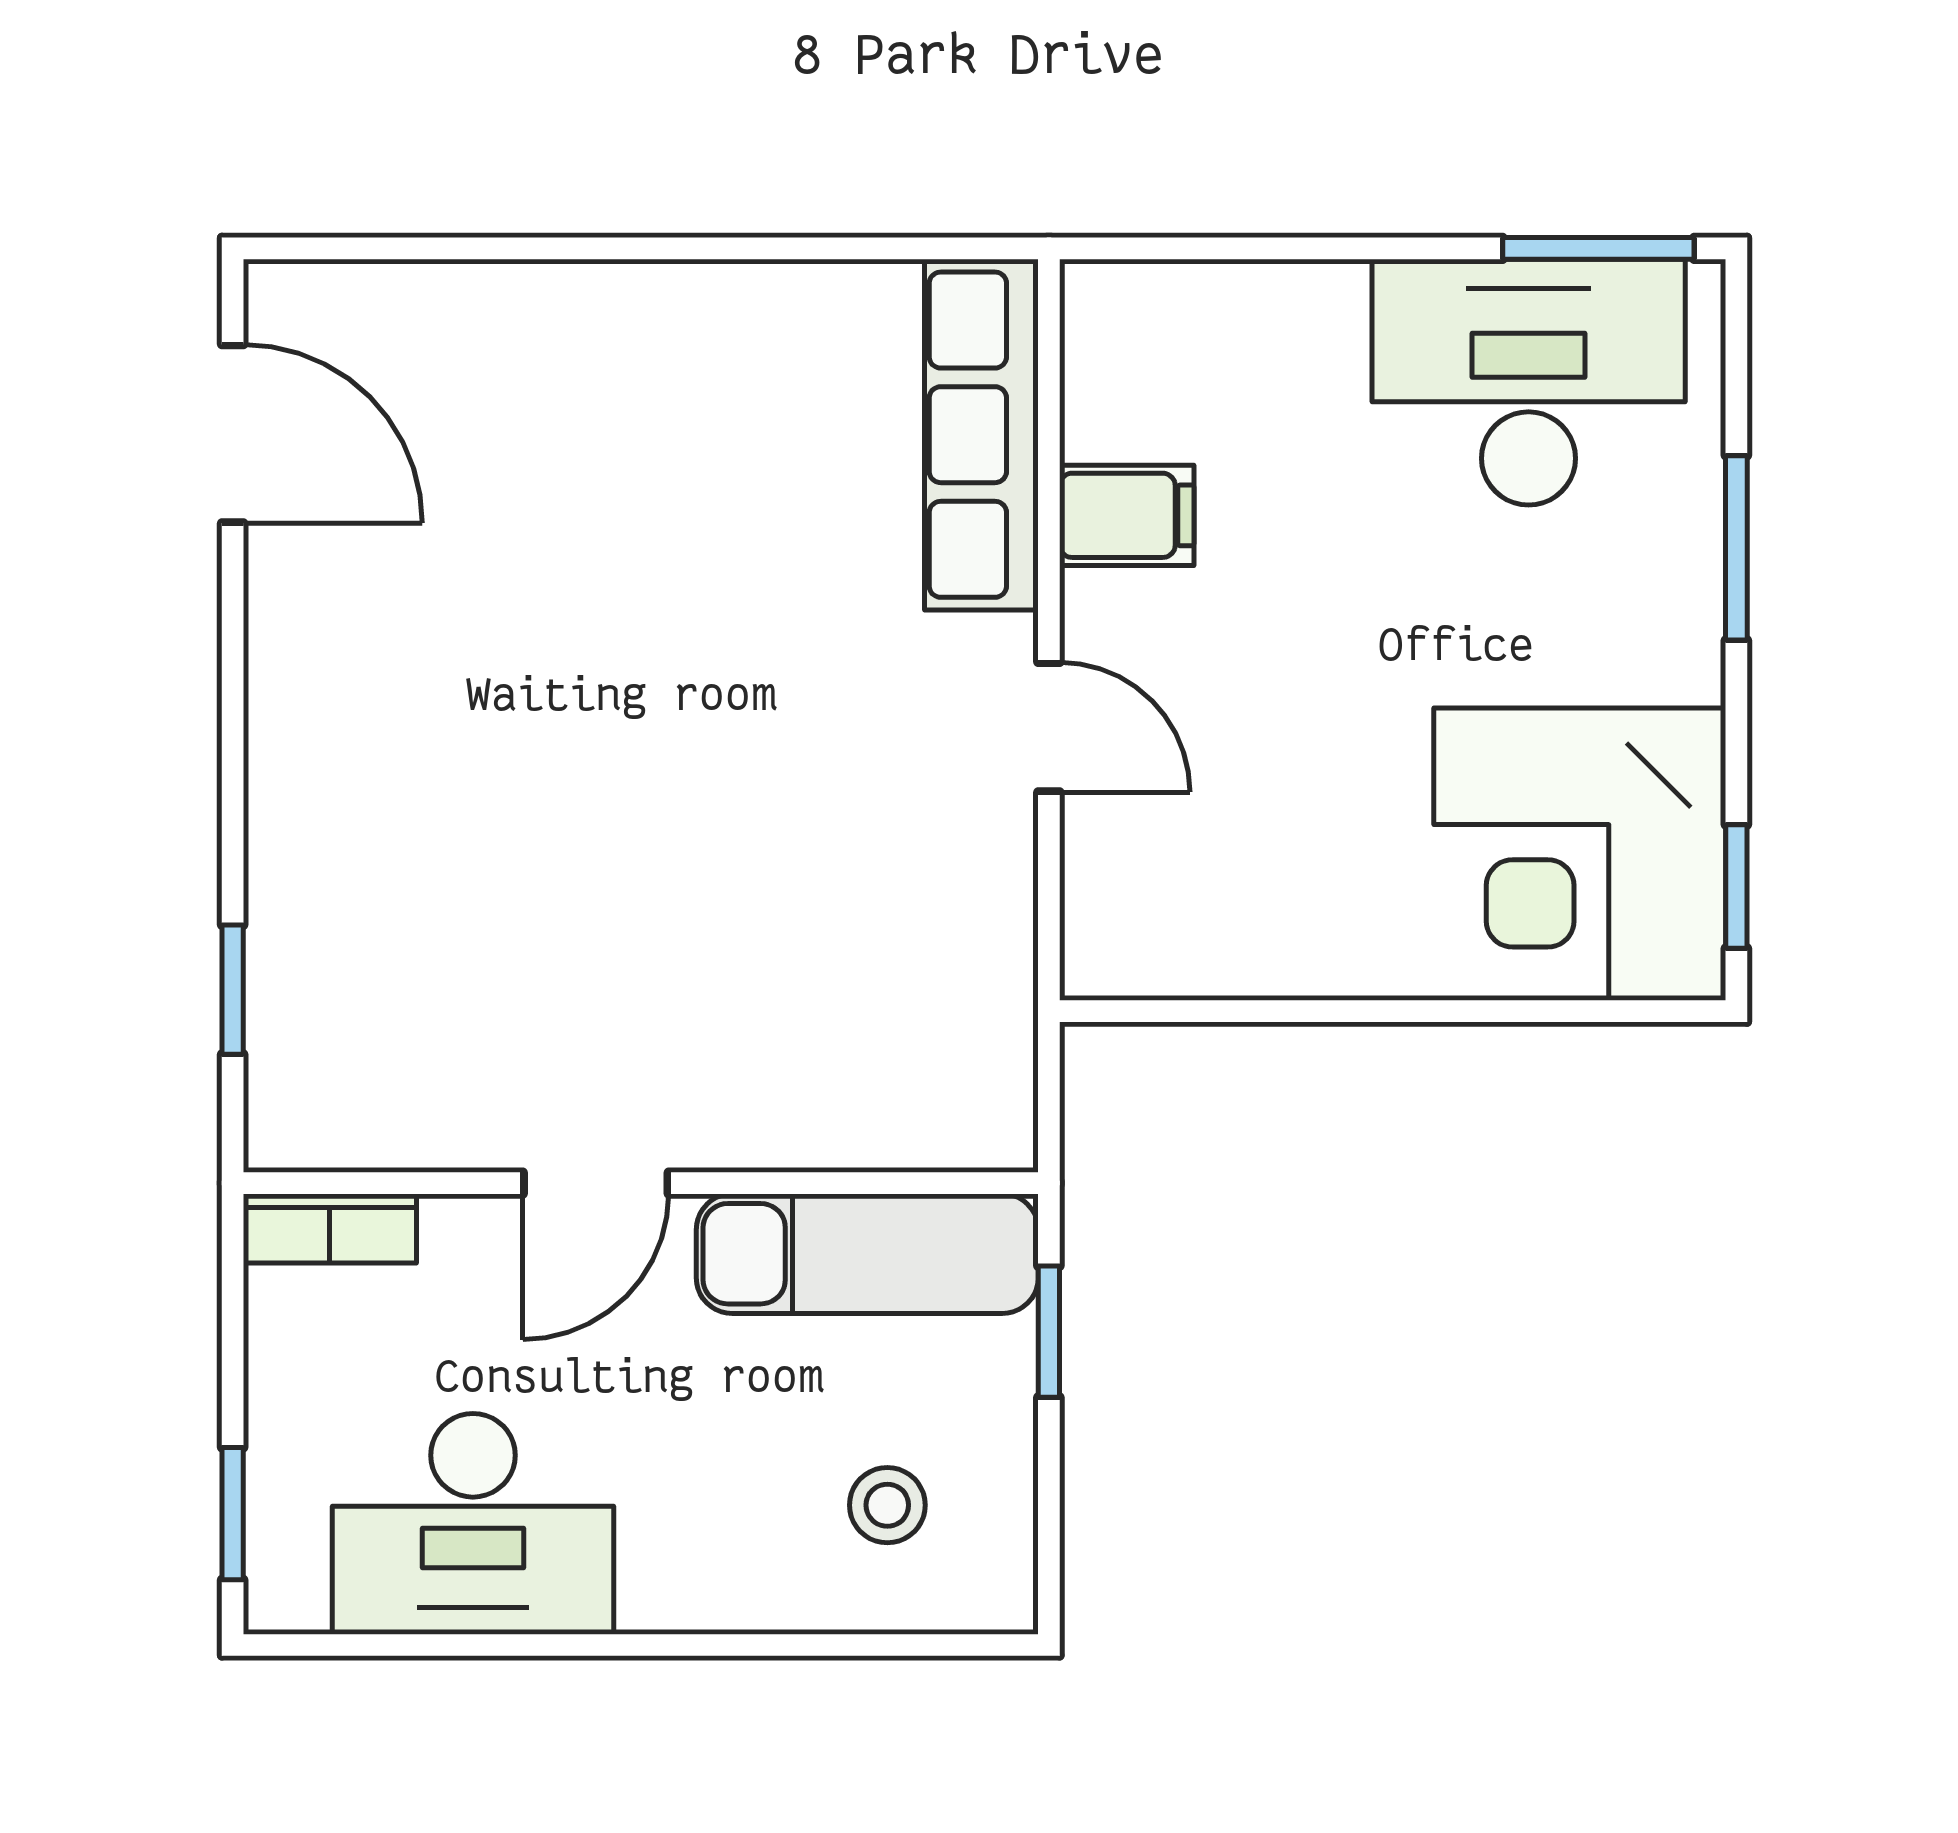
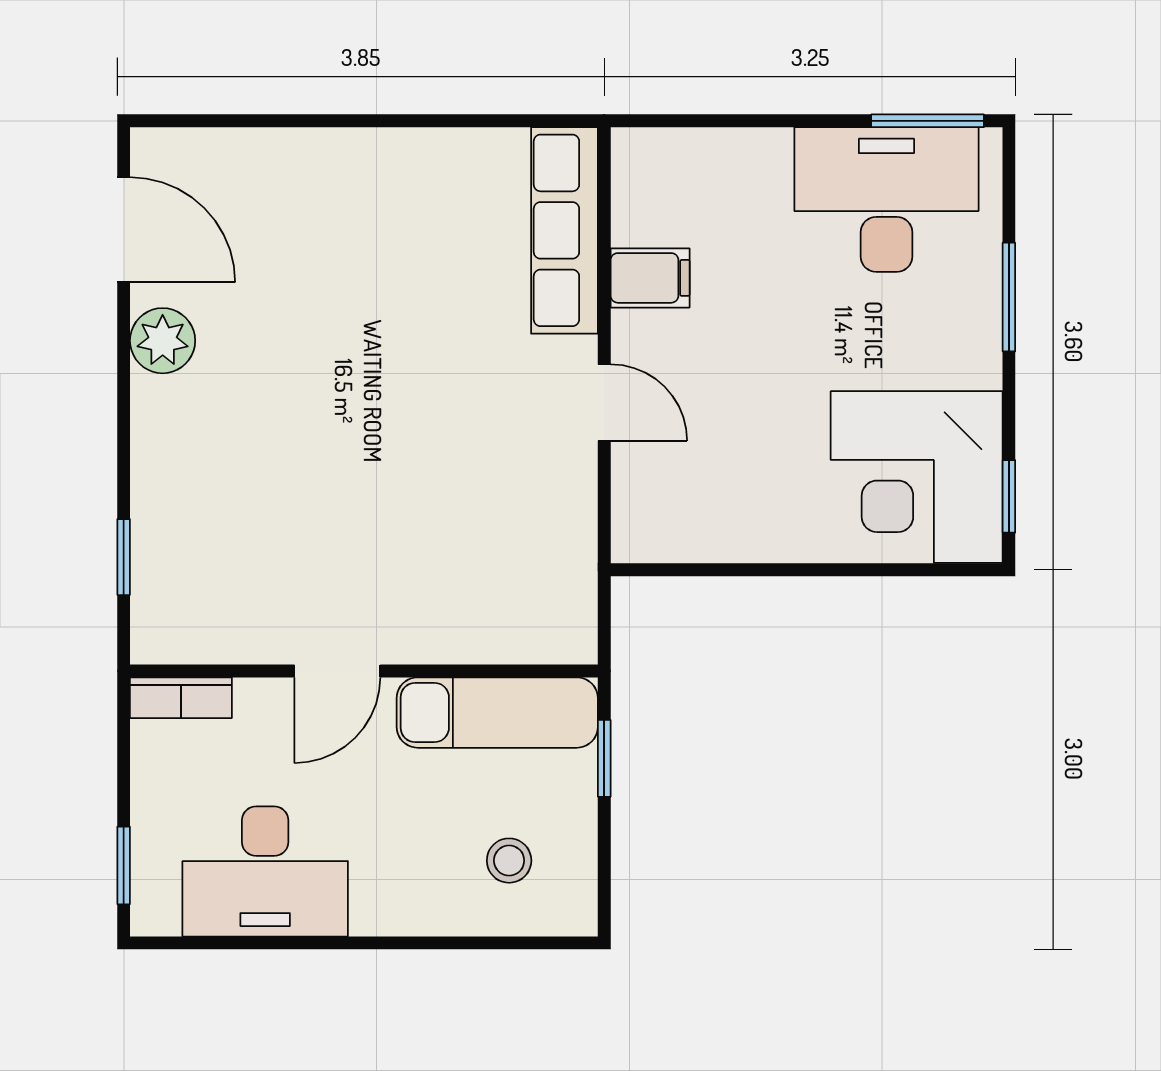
plant: (299, 622) -> (163, 341), added

